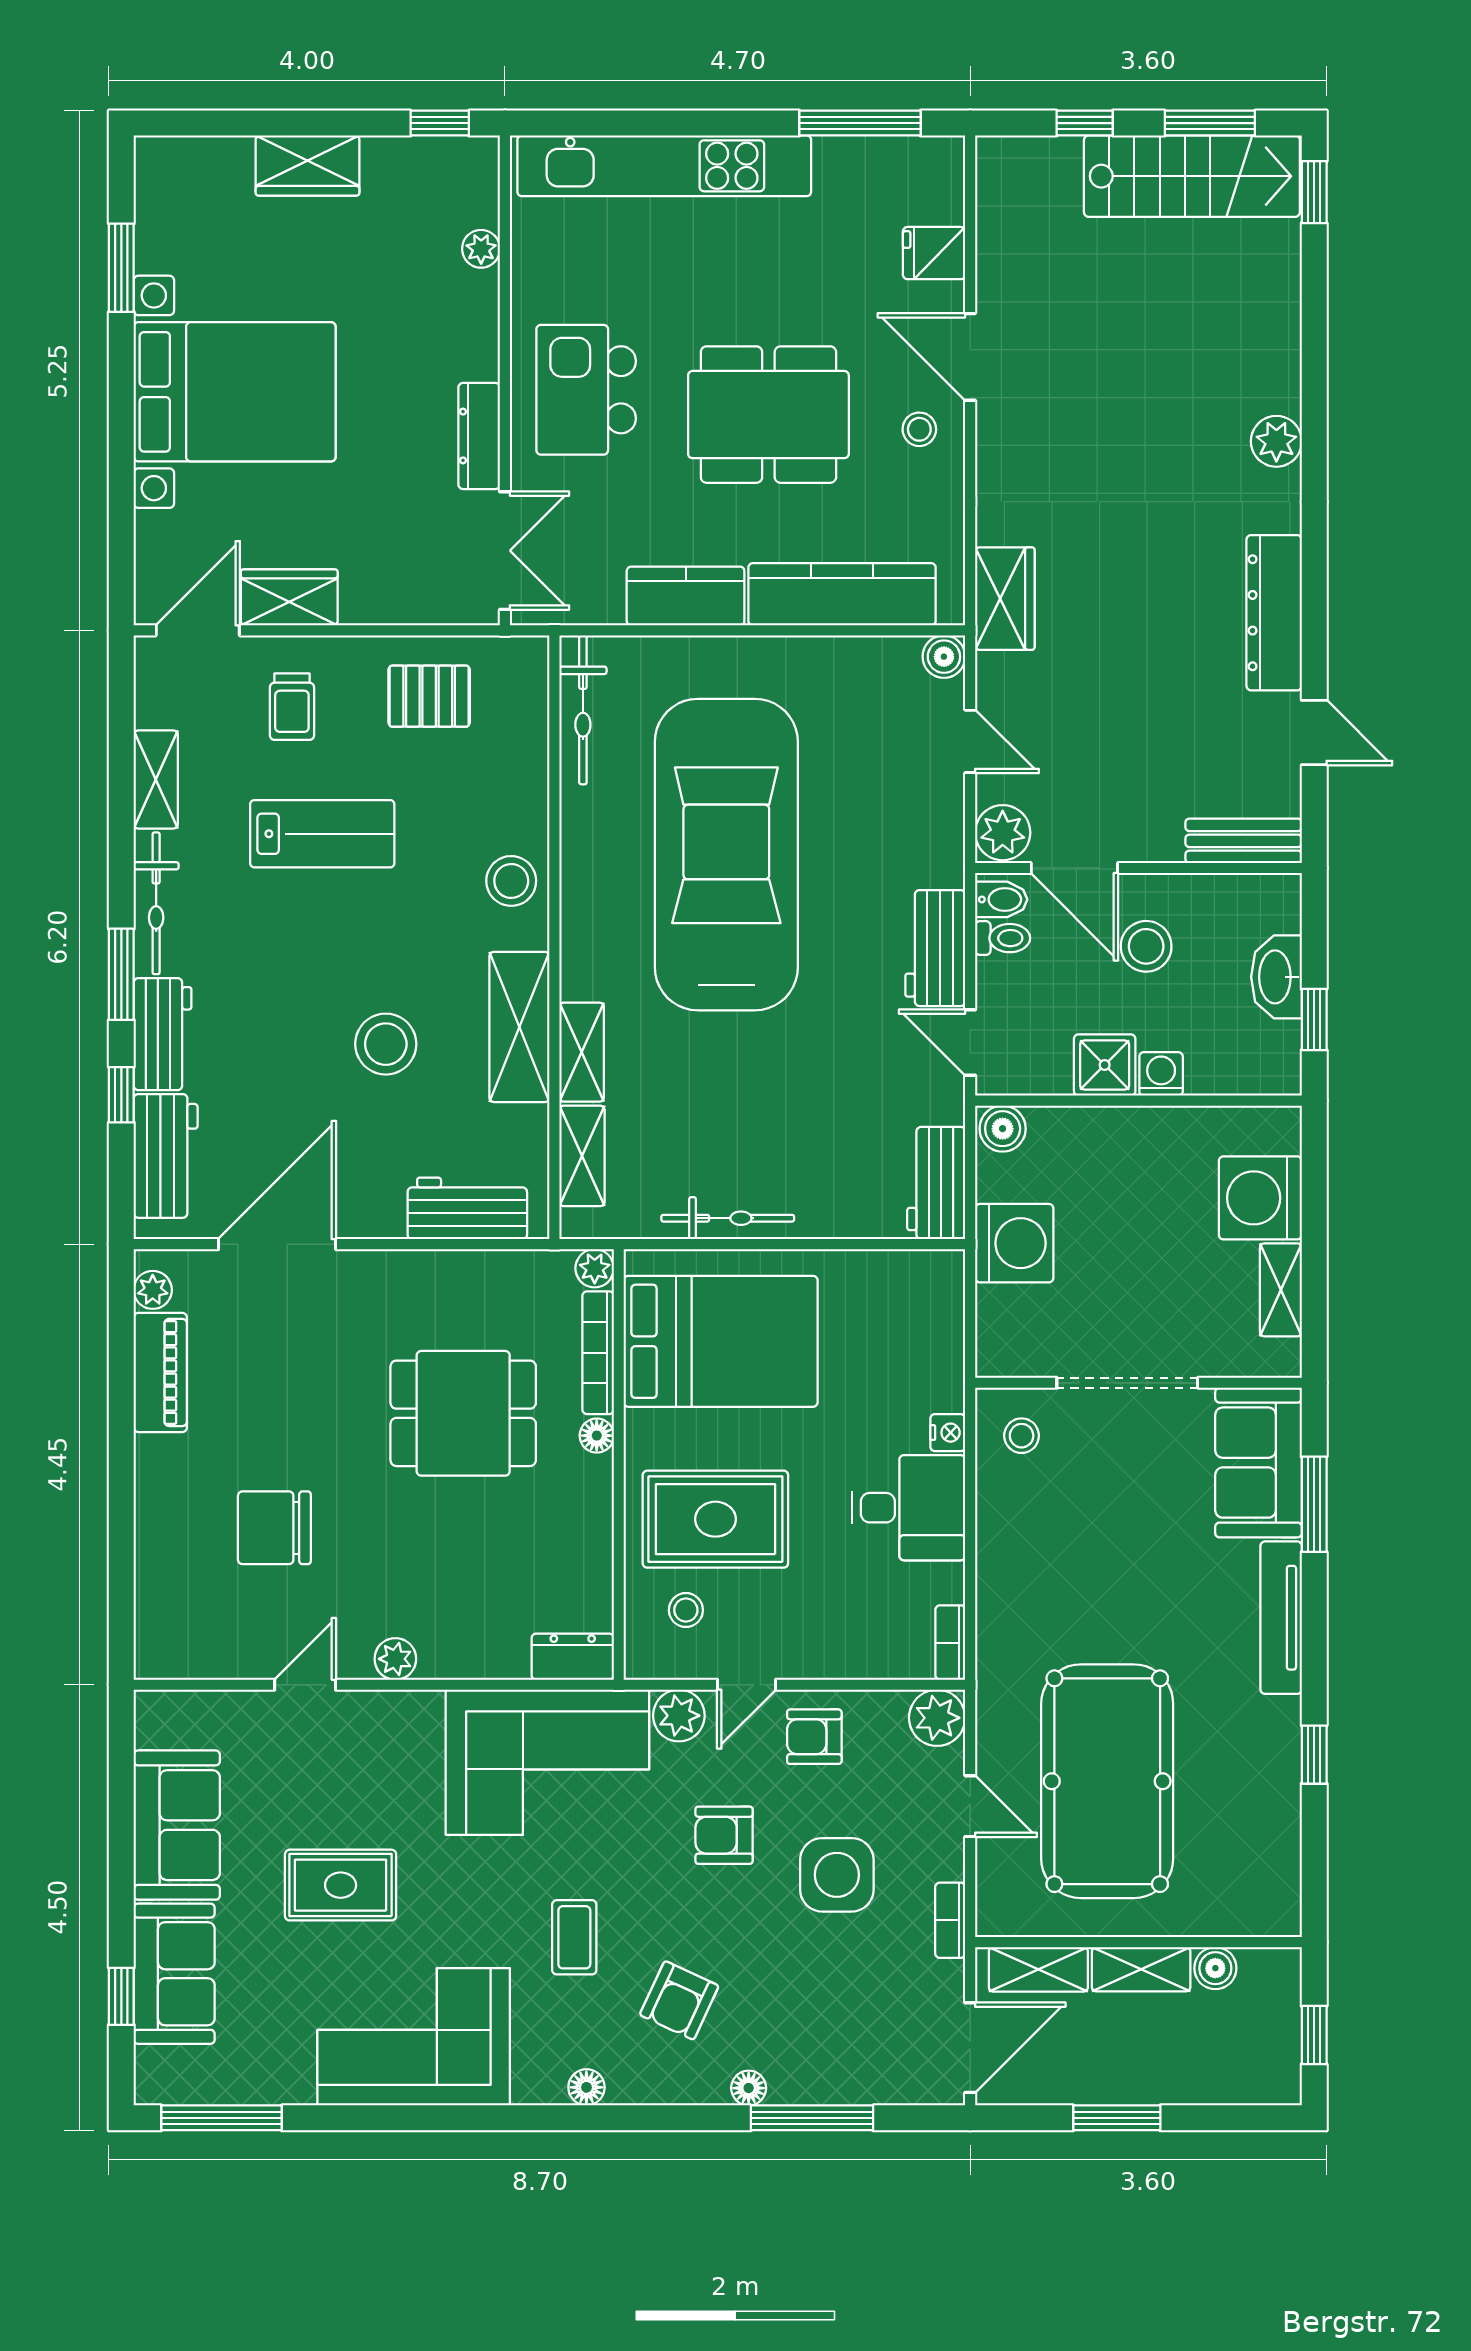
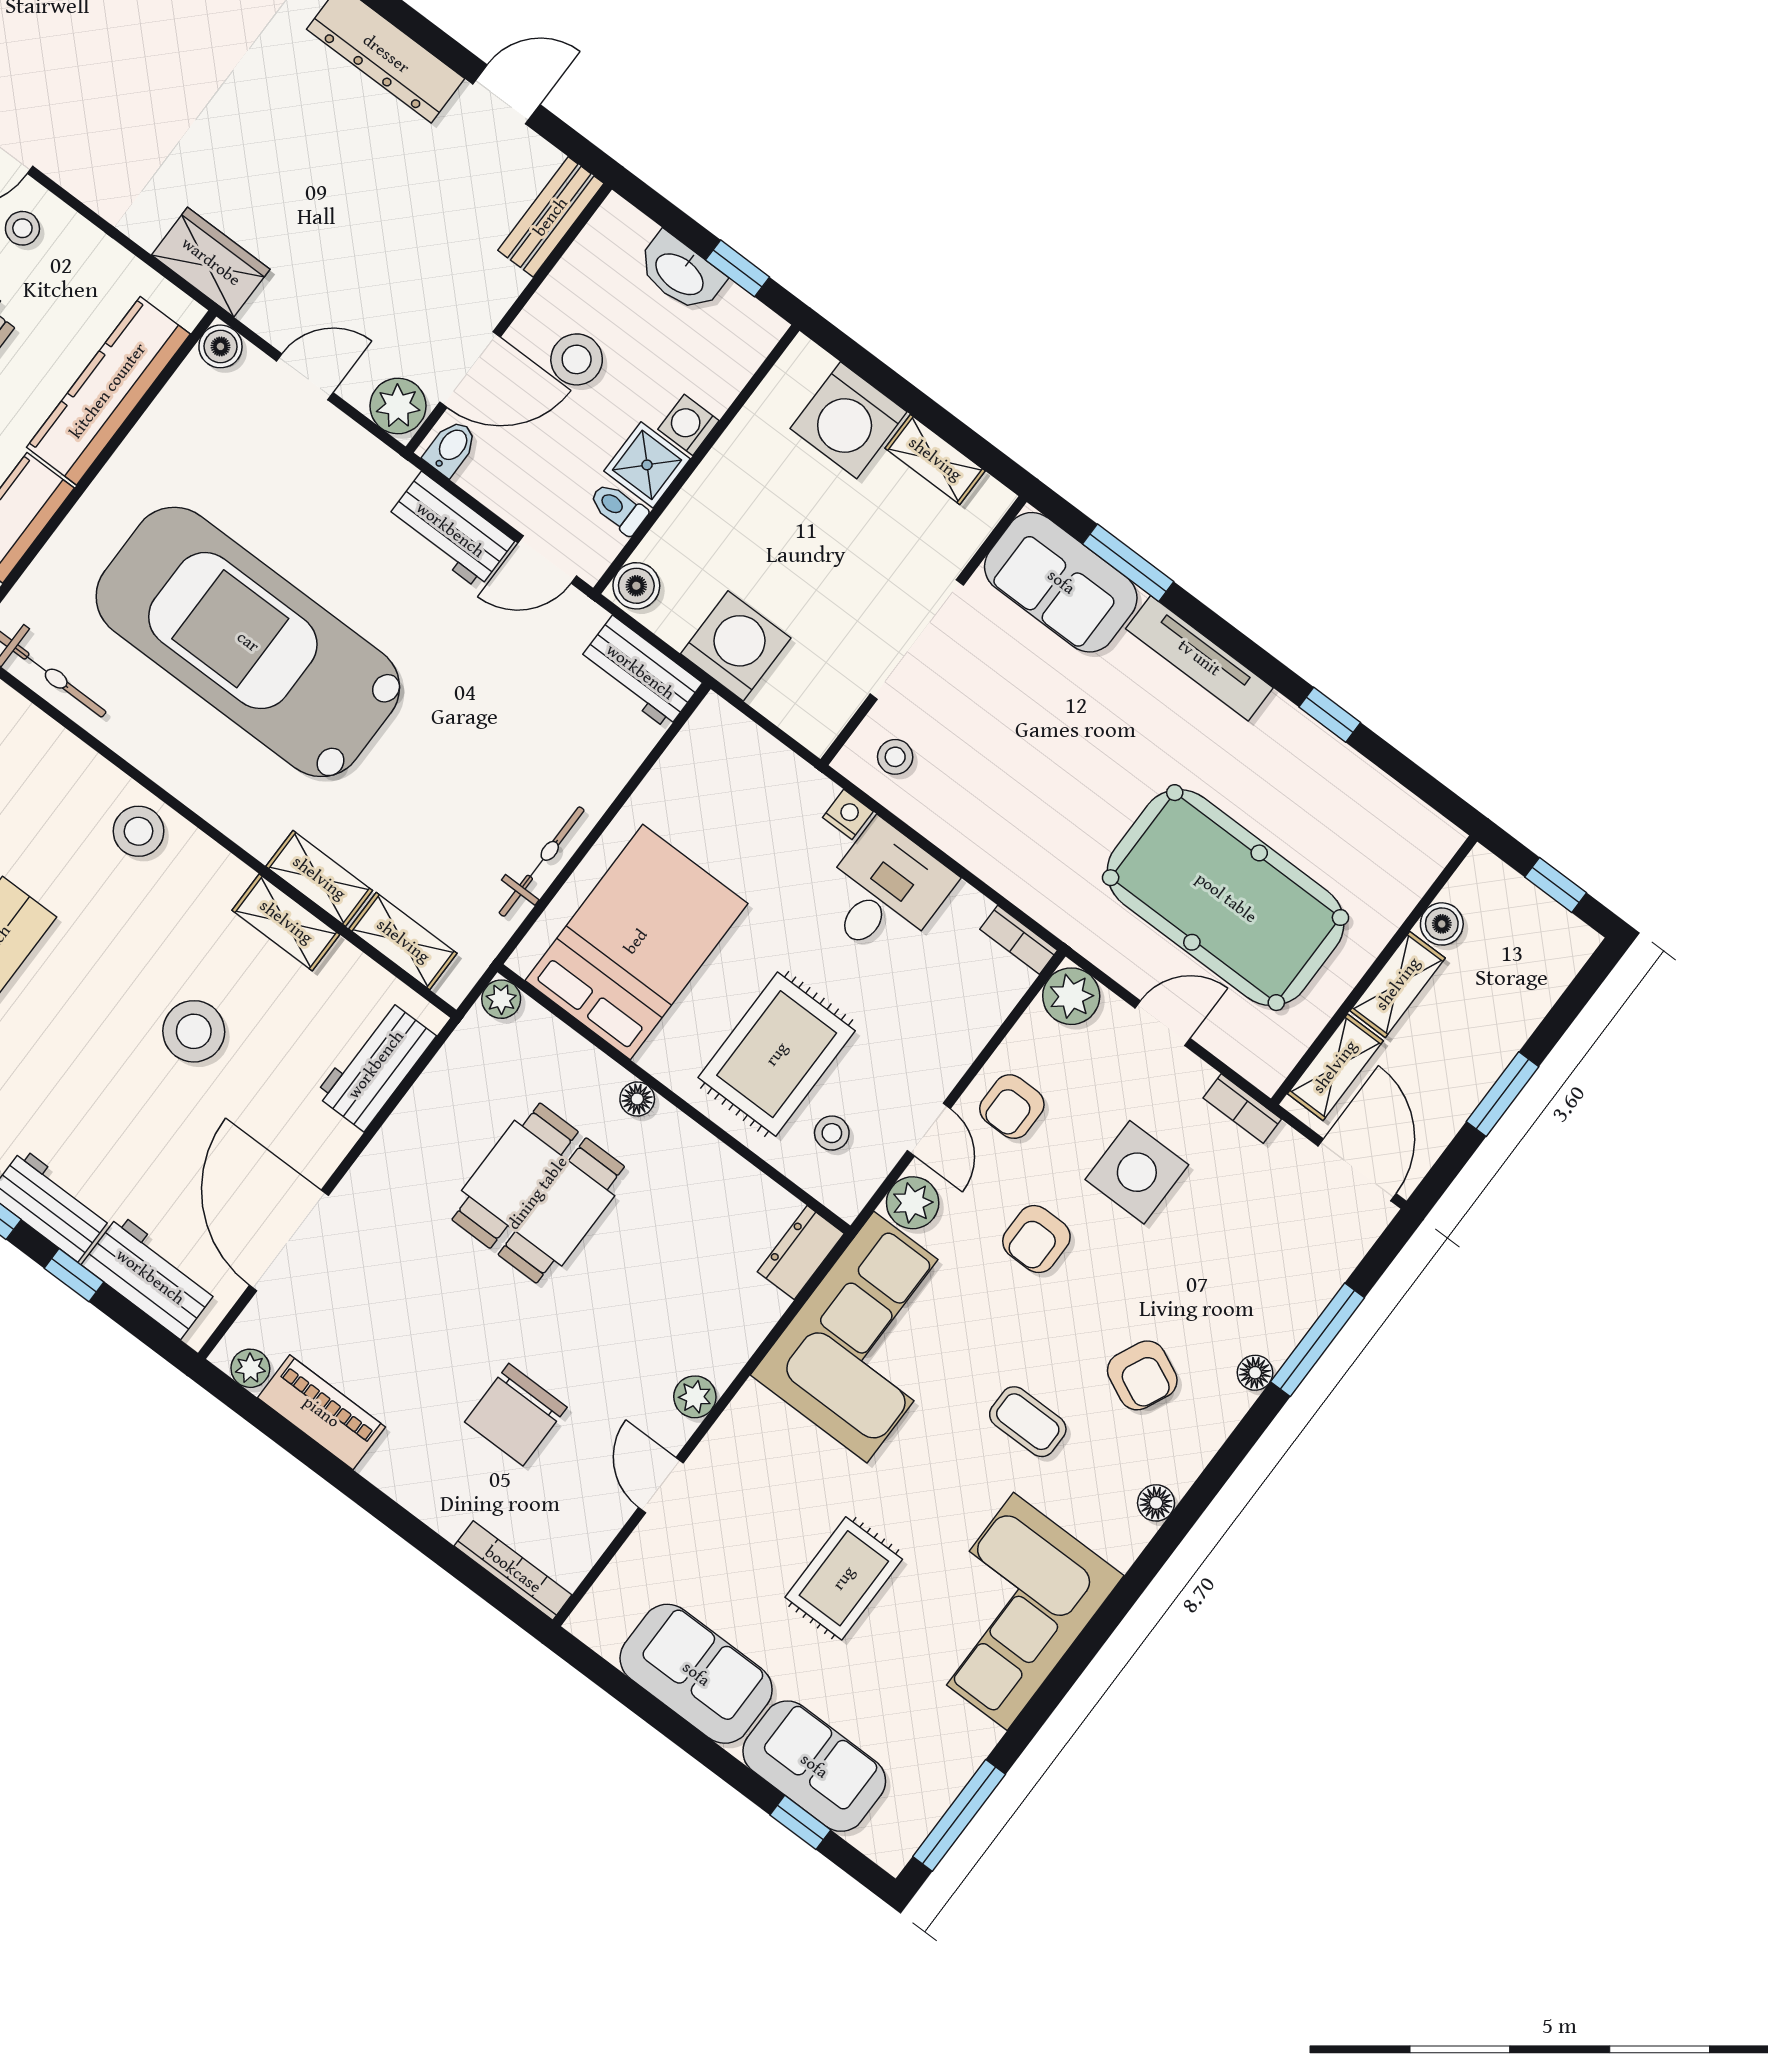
toilet: (1003, 938) -> (618, 508), moved, turned -90
shelving: (519, 1027) -> (286, 922), width x0.67, depth x0.75
bookcase: (598, 1353) -> (513, 1570), moved, turned 180

